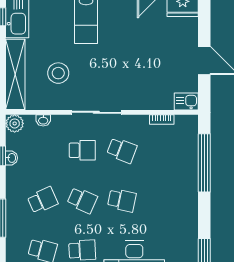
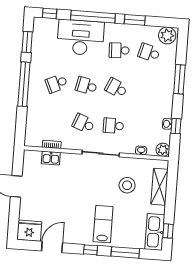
shelving: (15, 74) -> (160, 187), width x0.68
kitchen sink: (186, 101) -> (51, 158), moved
window: (204, 163) -> (24, 84), moved
school desk: (43, 200) -> (56, 84), moved

